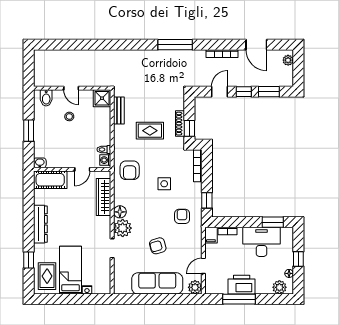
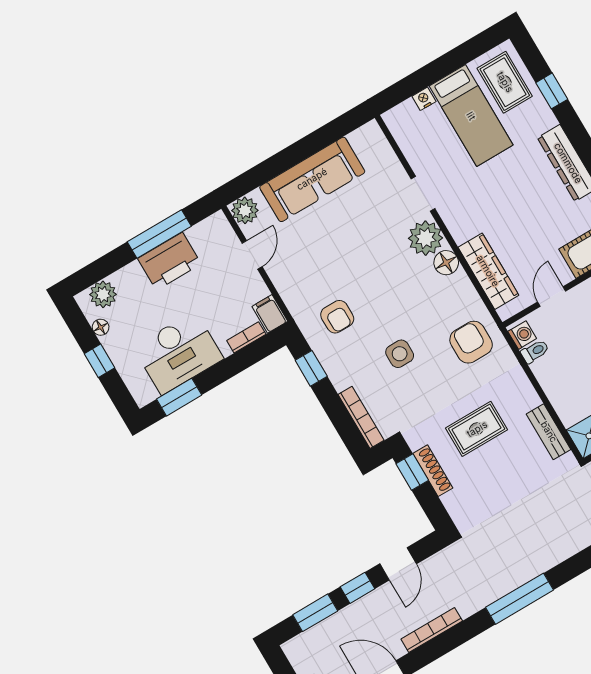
armchair: (158, 246) -> (349, 243), removed

